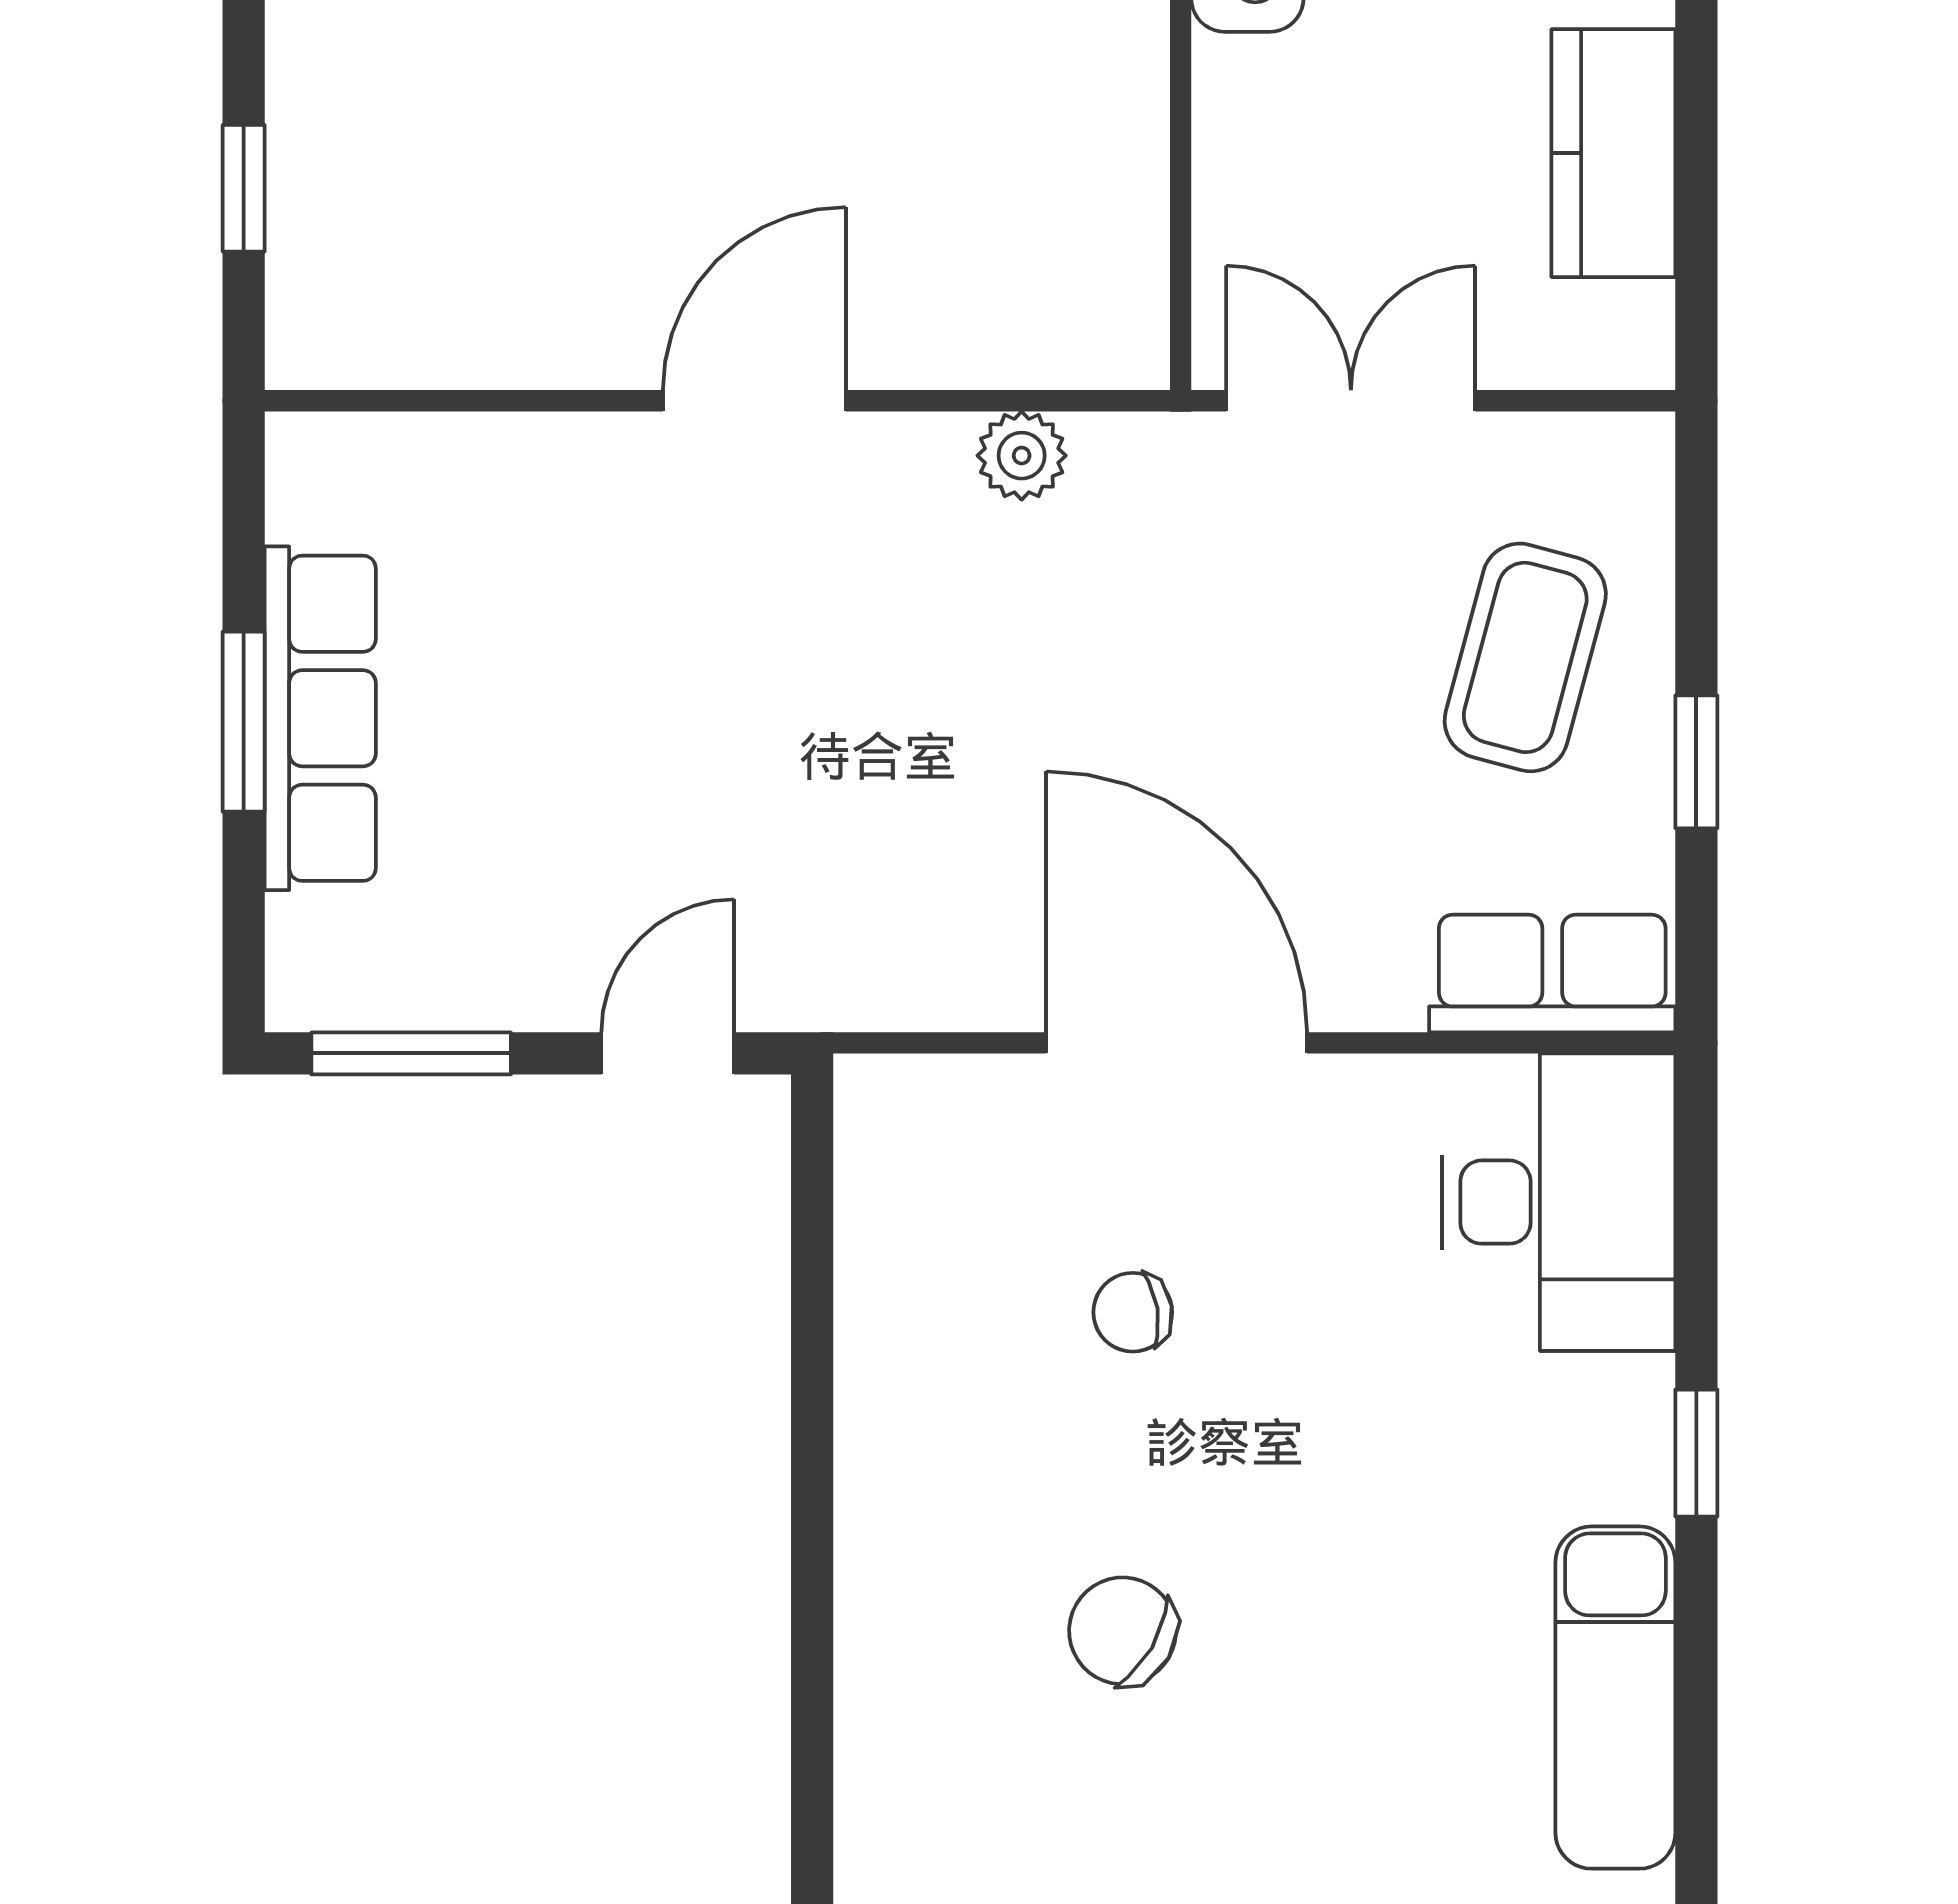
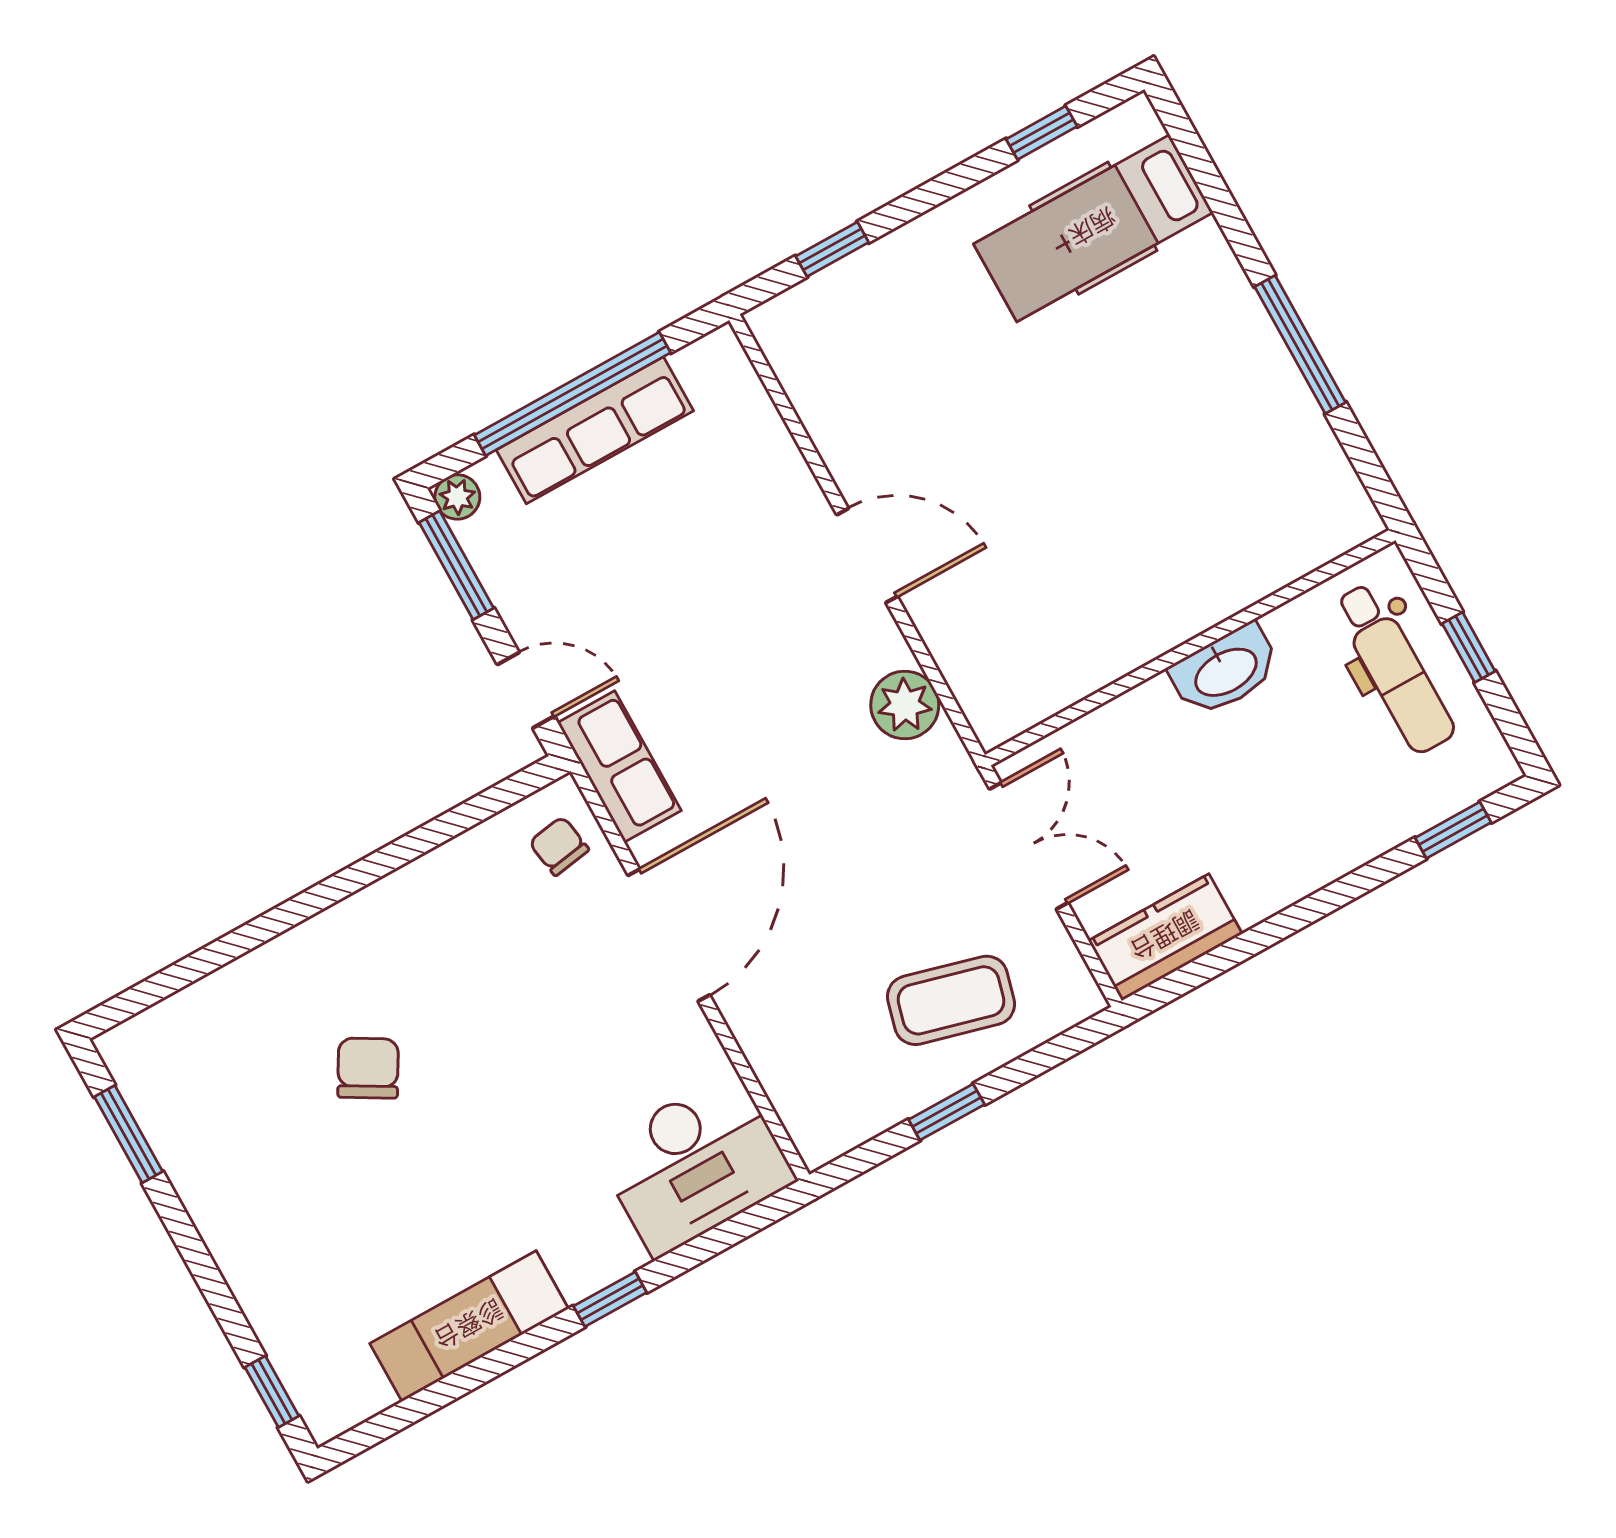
kitchen counter: (1613, 153) -> (1165, 937), moved
plant: (1022, 456) -> (905, 705), width x1.38, depth x1.38
window: (244, 722) -> (572, 394), width x2.11
row of seats: (1552, 973) -> (619, 767), moved
plant: (305, 992) -> (457, 497), added
chair: (1133, 1312) -> (559, 846), moved

